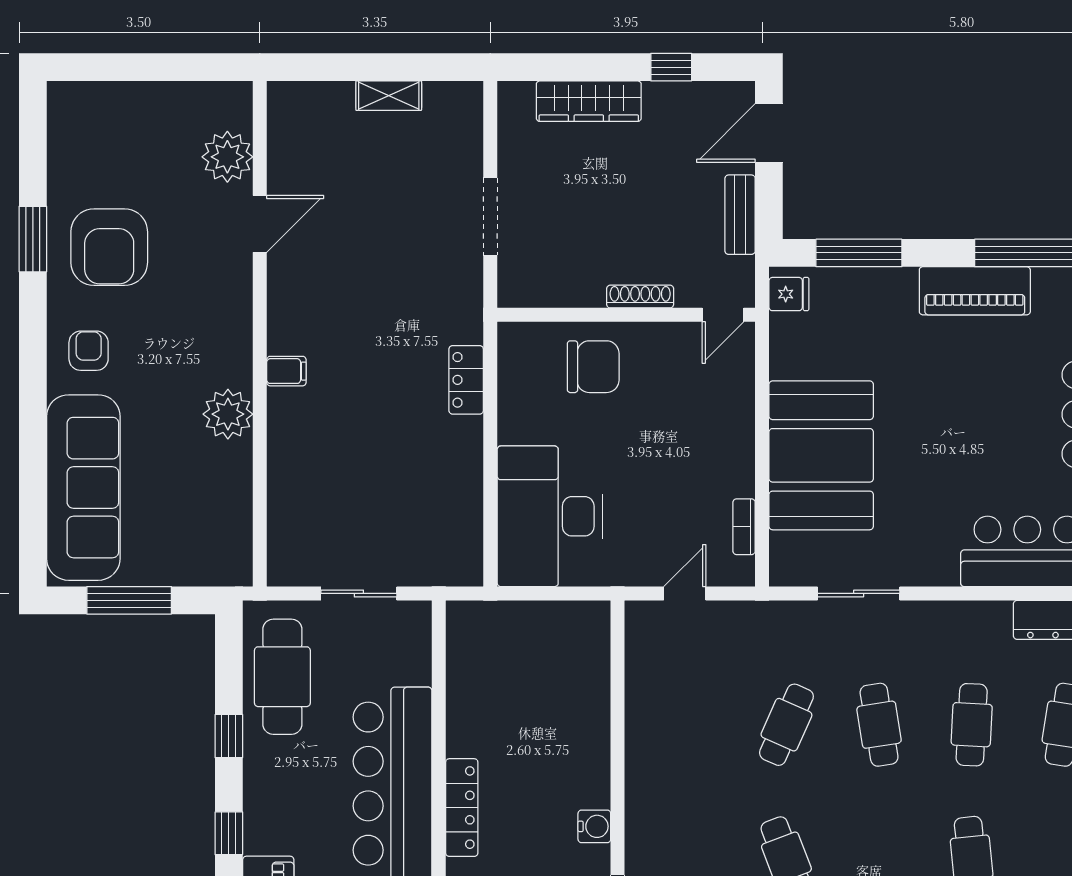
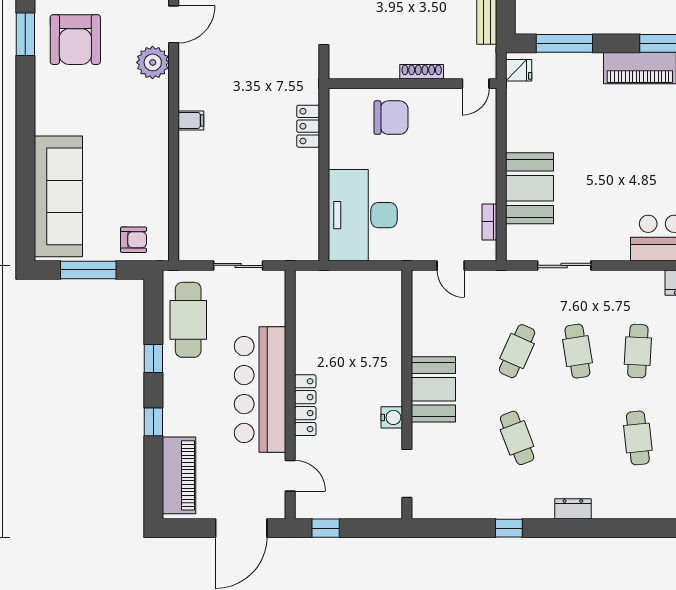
armchair: (89, 351) -> (134, 240), moved, turned 90
plant: (228, 414) -> (153, 62), moved
booth: (821, 455) -> (530, 188), width x0.73, depth x0.70
door: (685, 593) -> (451, 265), swing flipped
booth: (658, 783) -> (433, 389), added

